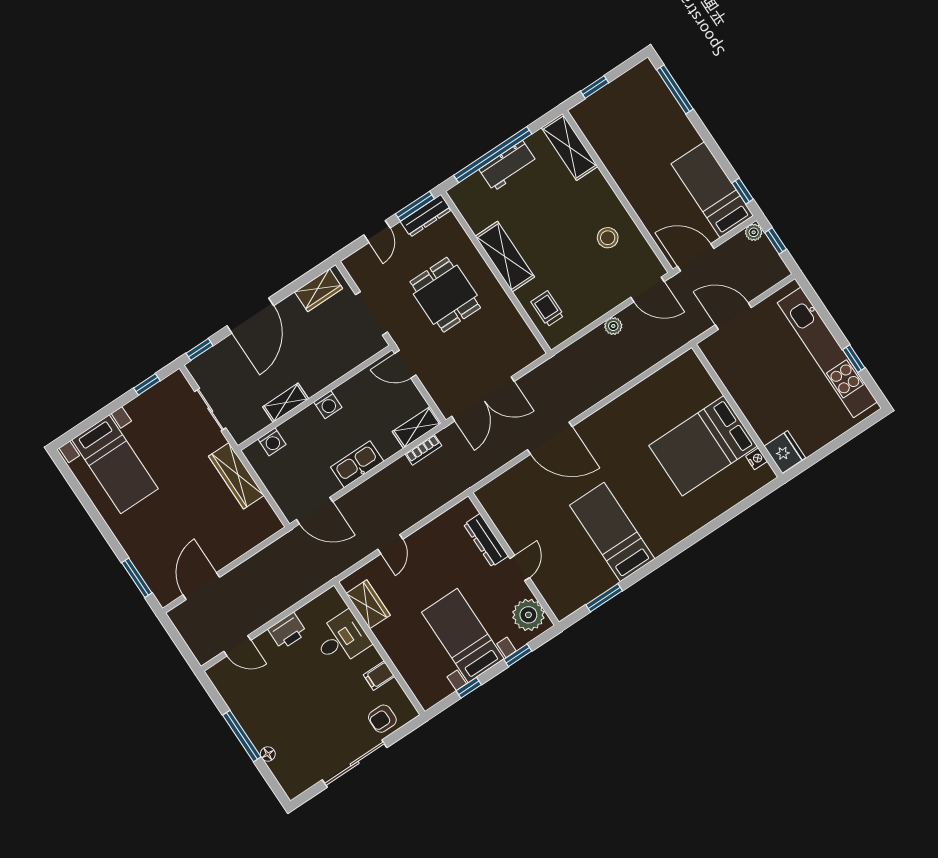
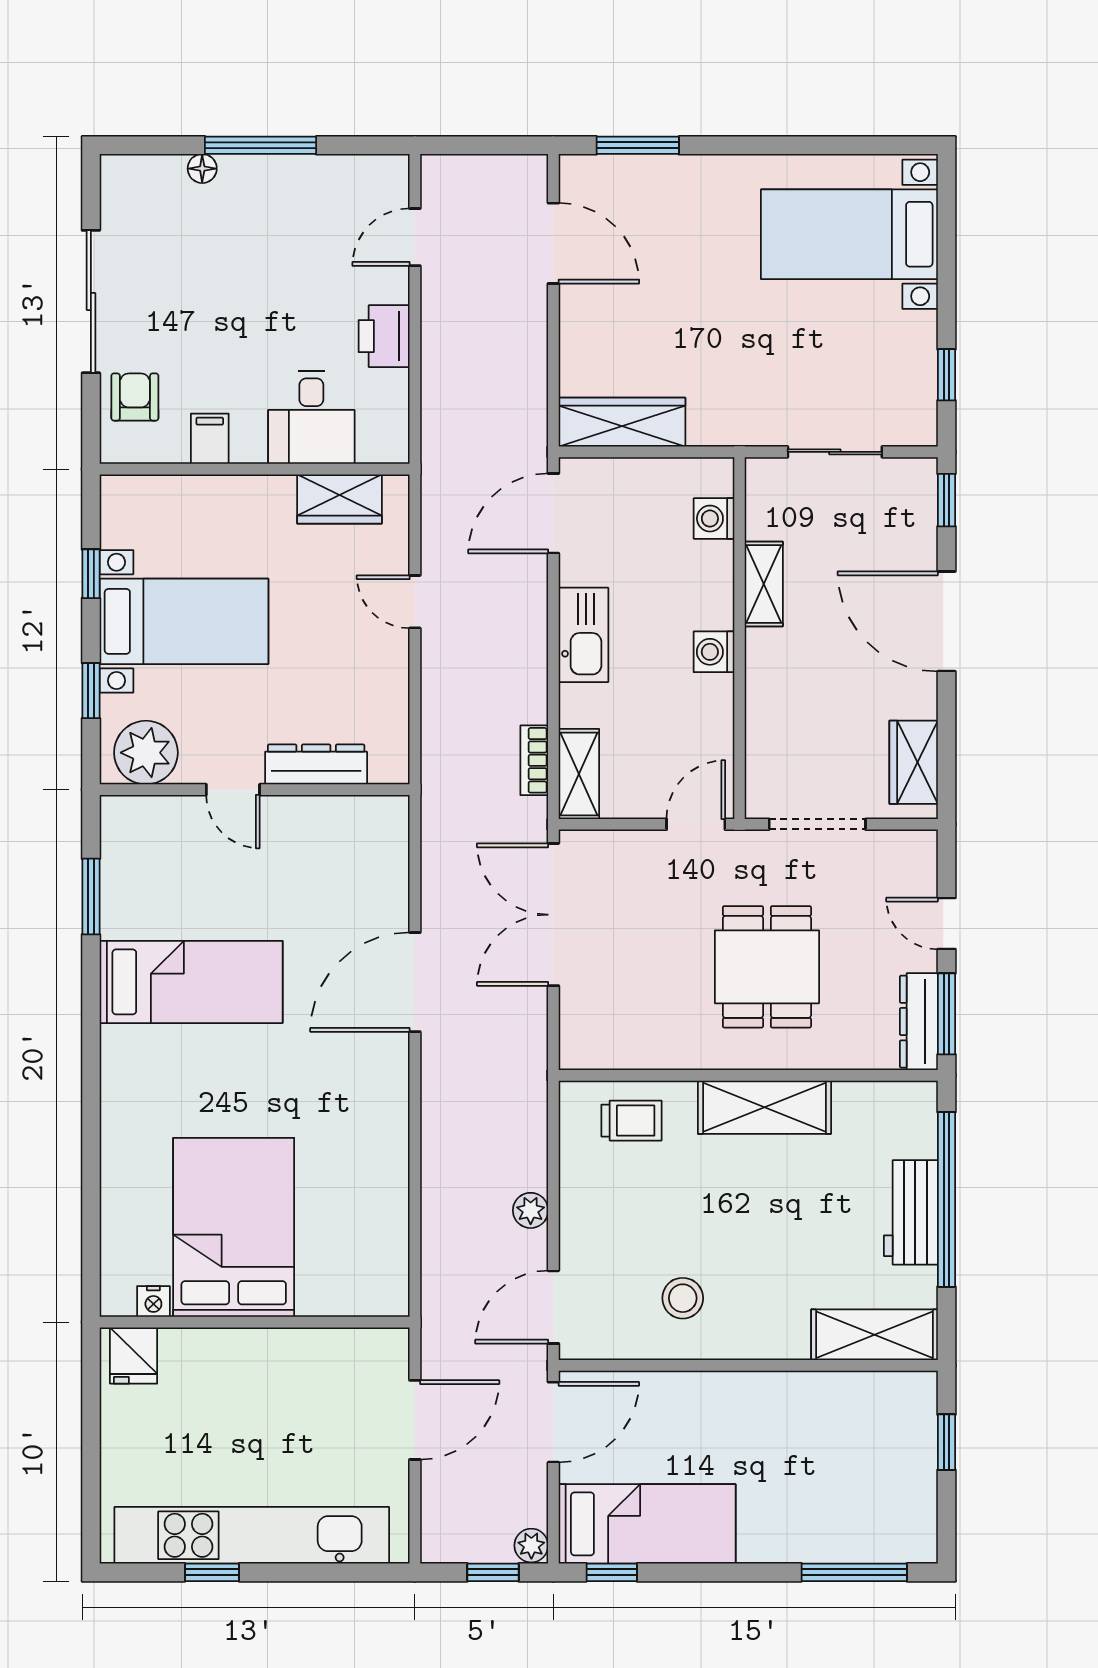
dining table: (445, 295) -> (767, 967), turned 90
fridge: (785, 452) -> (134, 1356), width x0.72
wardrobe: (236, 476) -> (622, 422), moved

